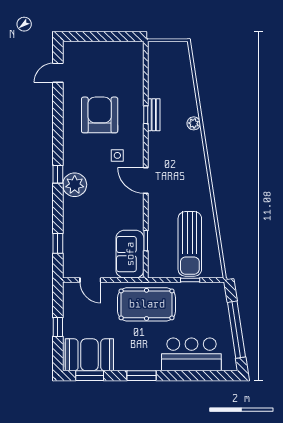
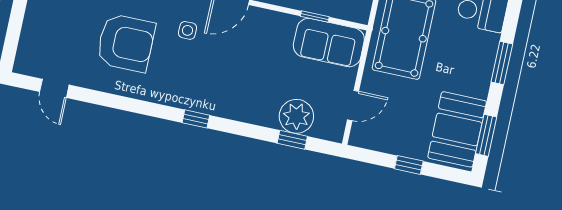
armchair: (100, 115) -> (126, 43), turned 180
plant: (75, 185) -> (296, 116), moved

